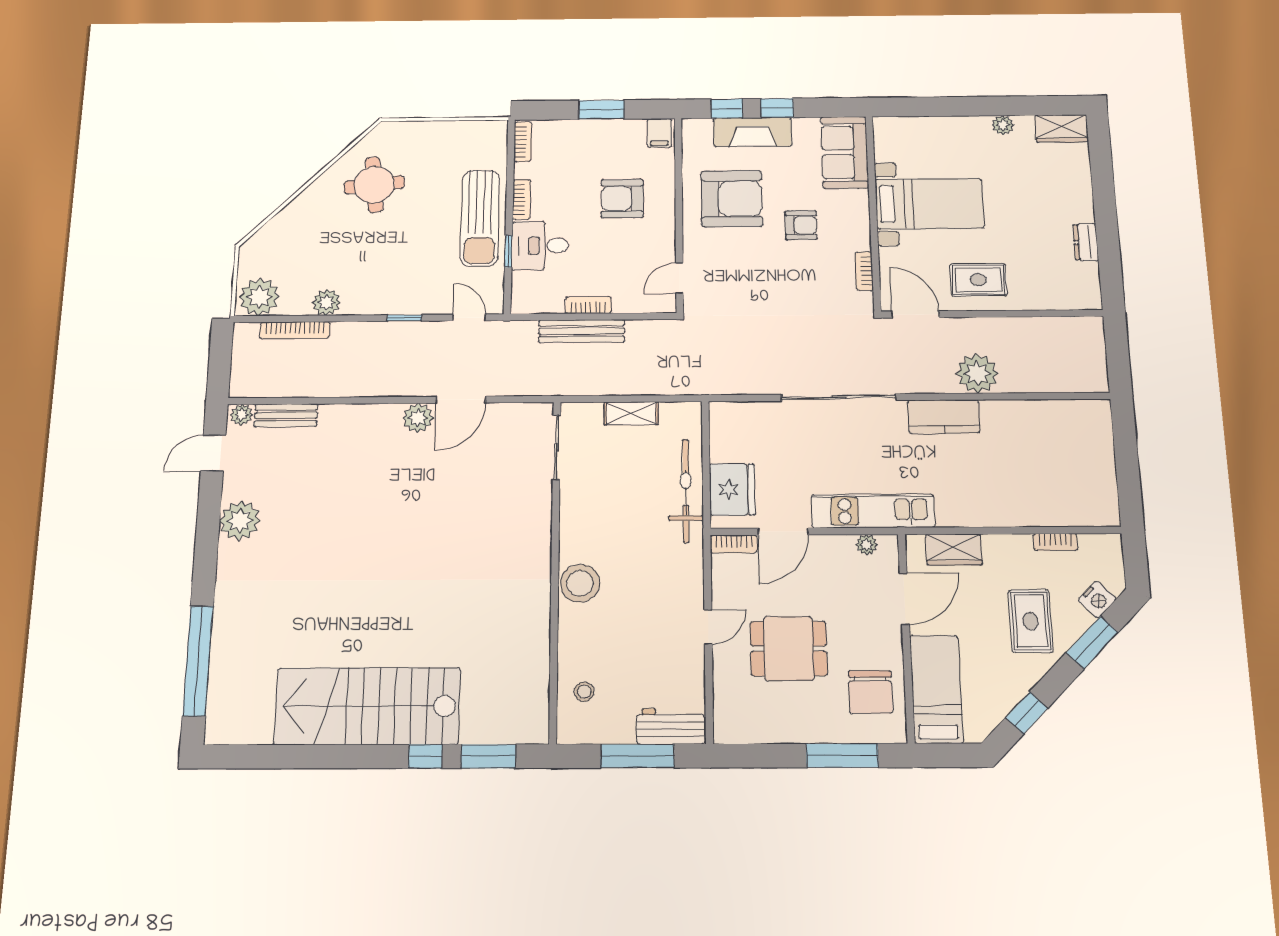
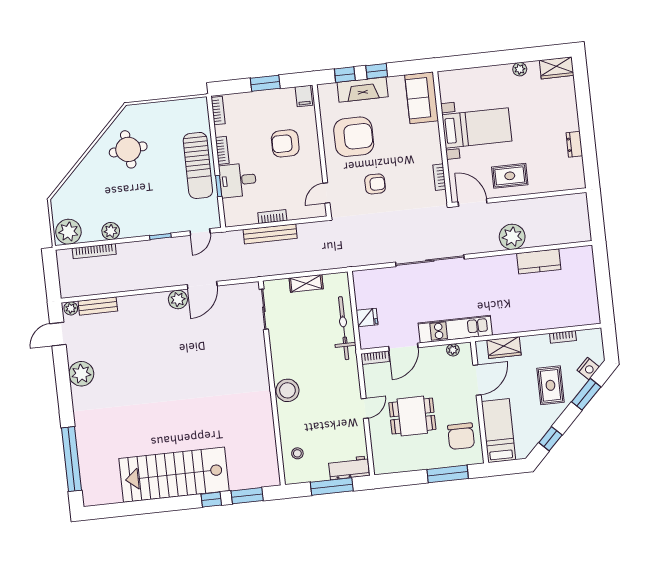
armchair: (801, 225) -> (375, 184), moved
door: (469, 318) -> (200, 232), swing flipped
kitchen counter: (944, 417) -> (539, 261), moved
fridge: (732, 489) -> (367, 317), width x0.53, depth x0.75

